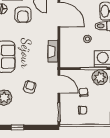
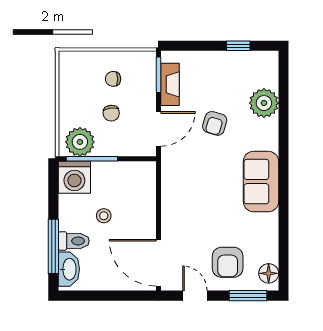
armchair: (23, 15) -> (228, 262), turned 180
fireplace: (53, 51) -> (170, 84), moved
door: (59, 84) -> (159, 129), swing flipped

